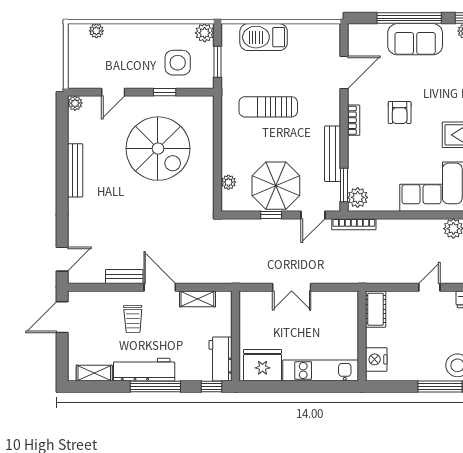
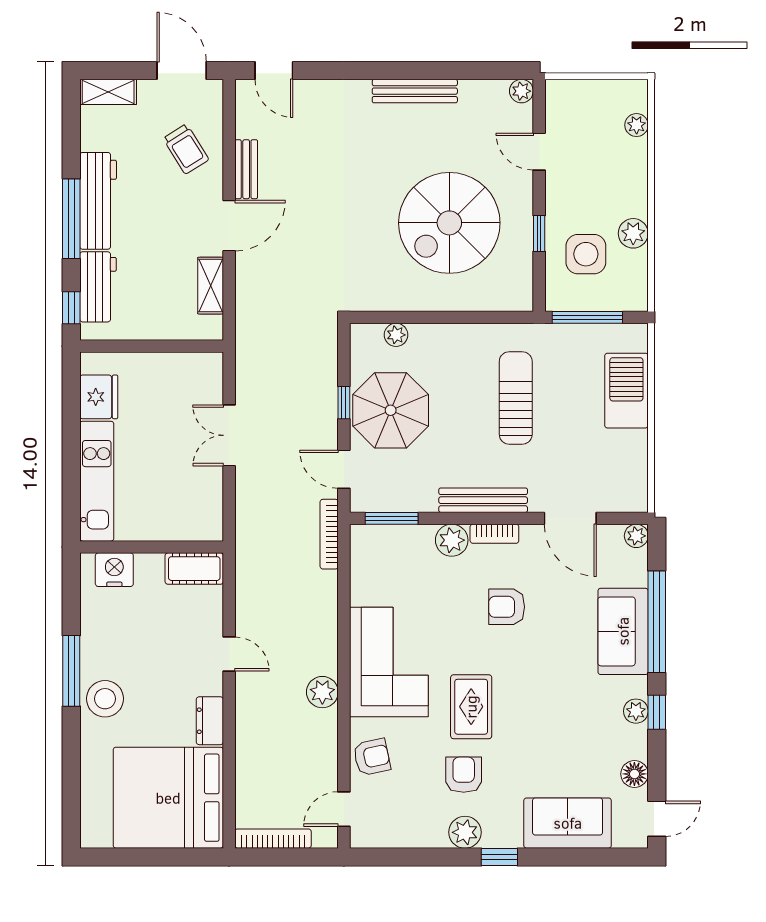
plant: (355, 31) -> (636, 536), added
plant: (205, 33) -> (633, 233), moved
window: (217, 62) -> (587, 317), width x1.44
bench: (333, 154) -> (483, 500), moved
plant: (358, 197) -> (452, 540), moved
trolley: (133, 319) -> (186, 149), moved, turned -121
workbench: (220, 359) -> (98, 287), moved, turned 90
fridge: (262, 365) -> (99, 397), width x0.73, depth x0.75
shelving: (94, 373) -> (108, 92), moved, turned 90

